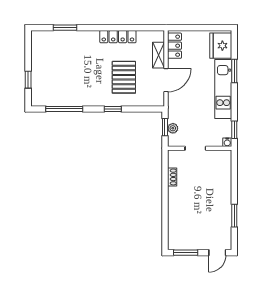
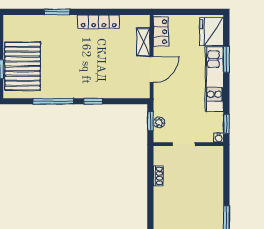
window: (65, 28) -> (57, 12), moved
pallet: (124, 77) -> (23, 66), moved, width x1.37, depth x1.41
window: (64, 109) -> (53, 101), moved

